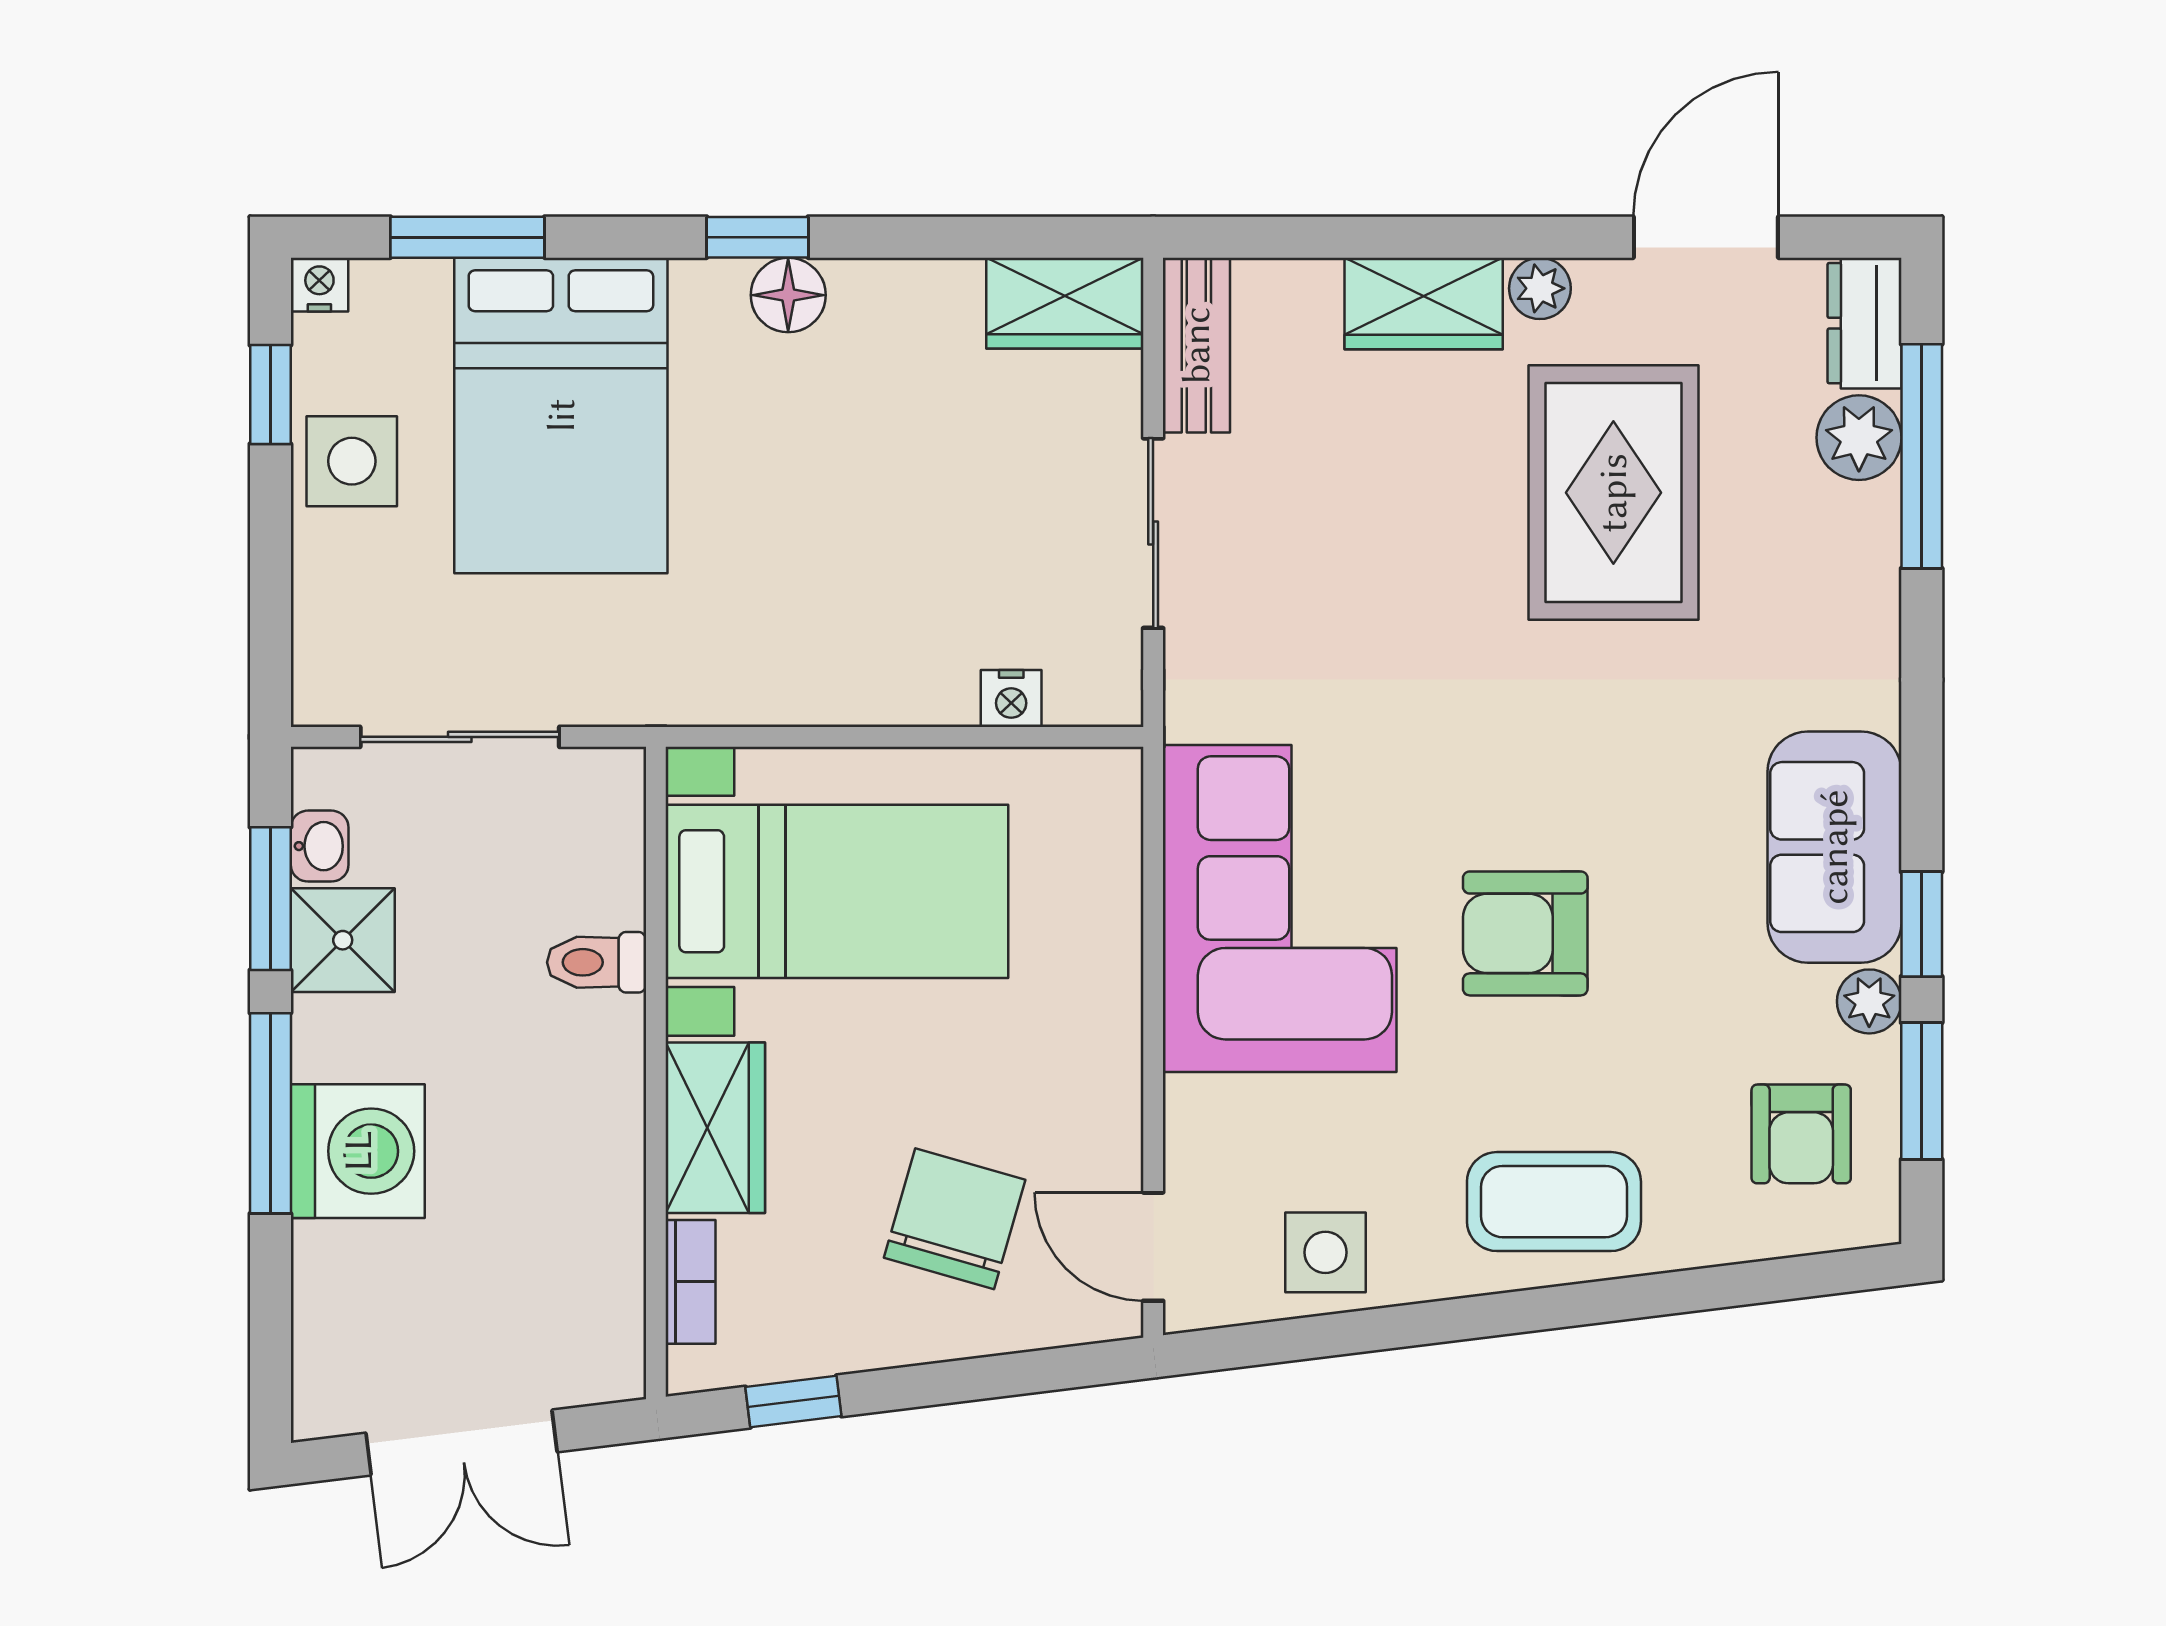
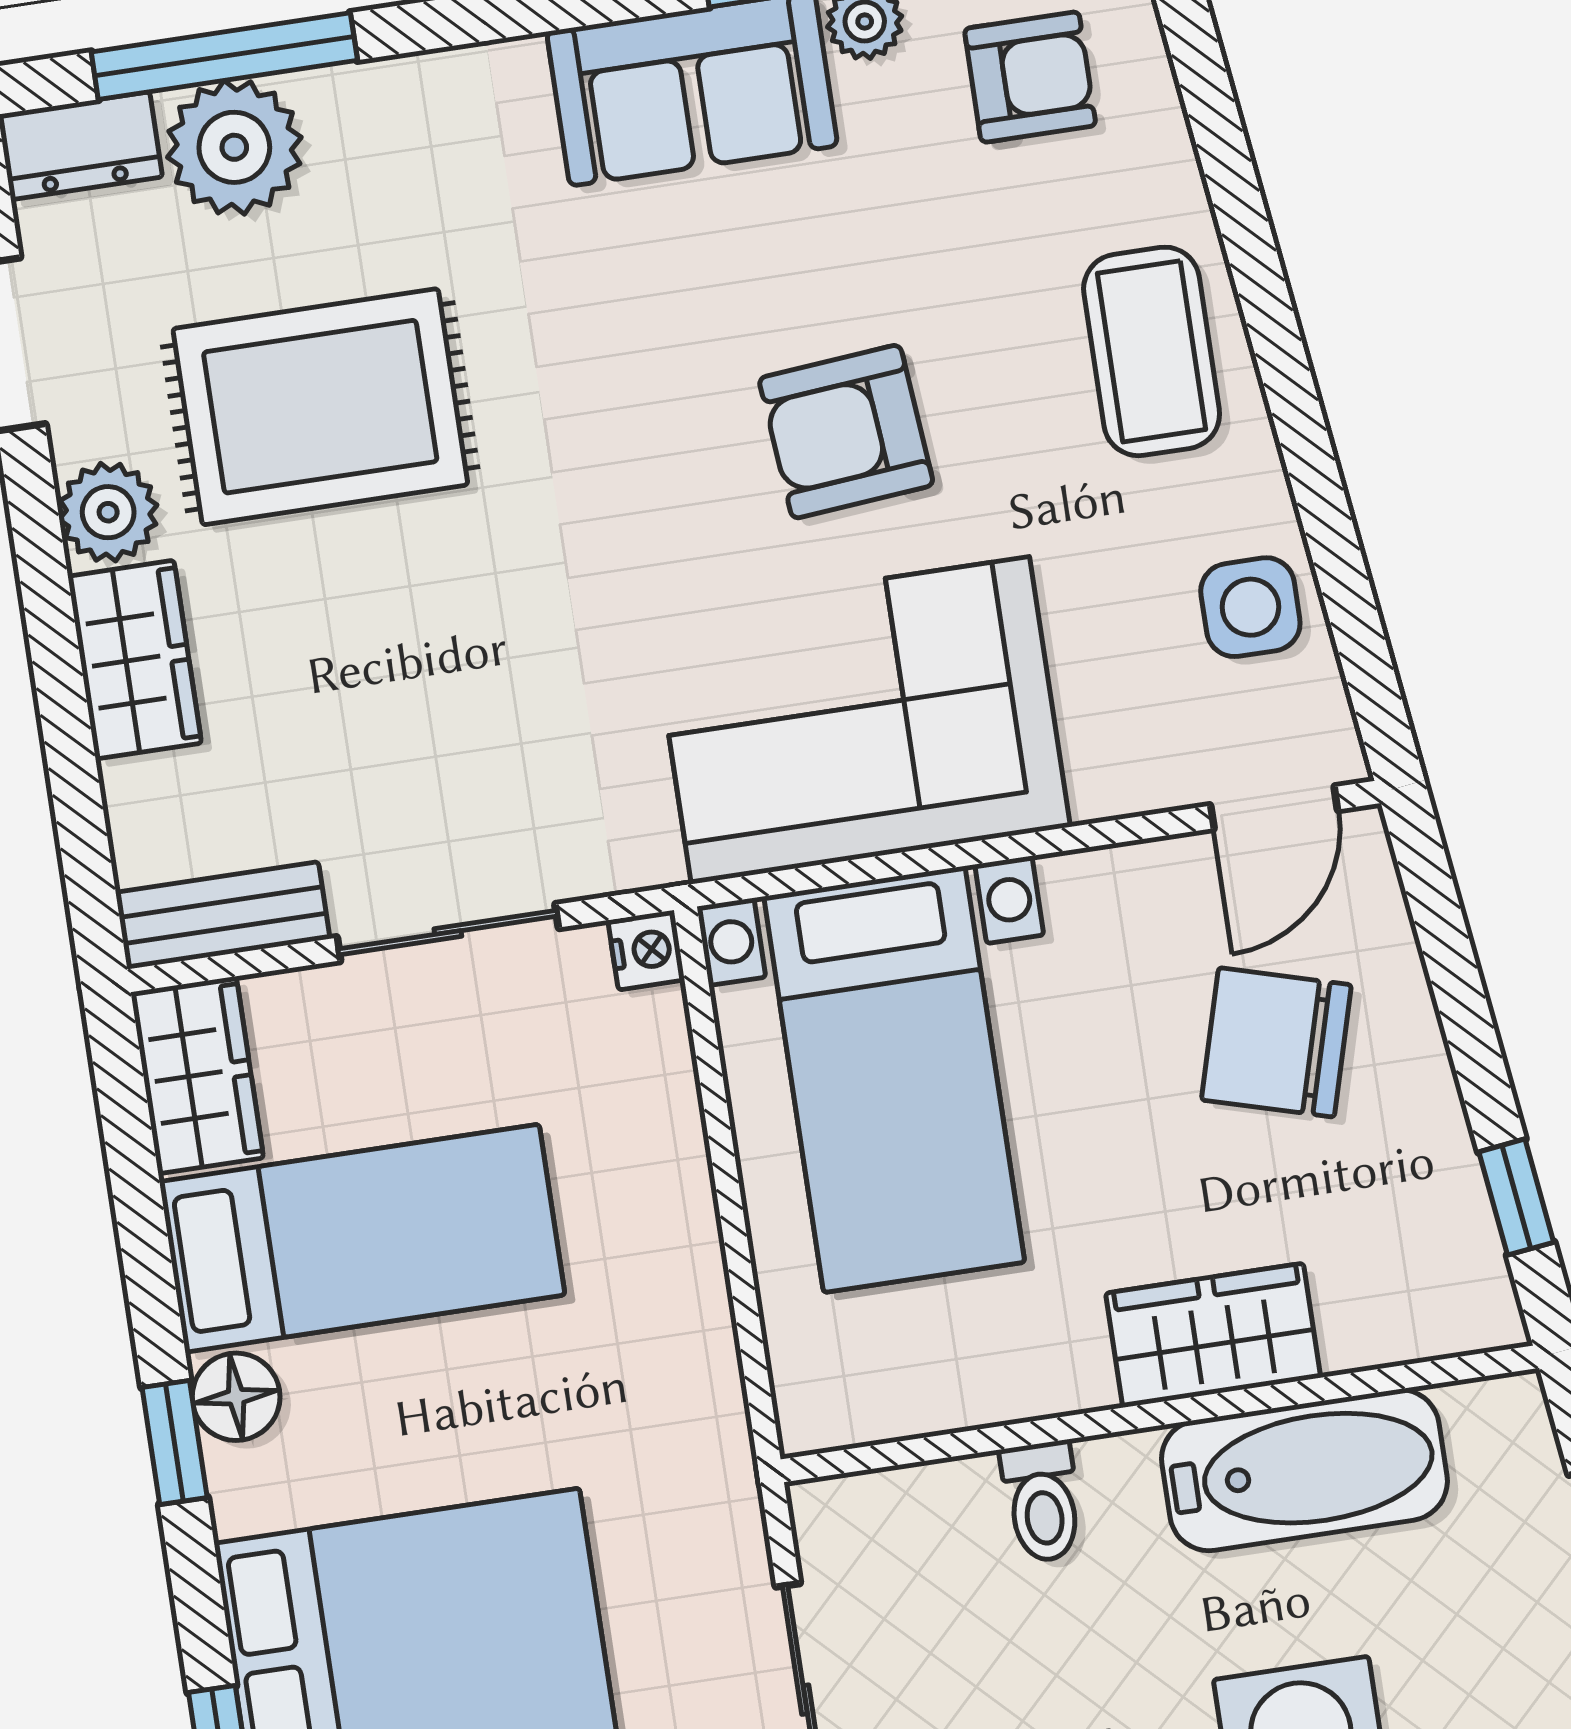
plant: (1540, 288) -> (108, 512), width x1.38, depth x1.38
bed: (906, 422) -> (362, 1238), added
plant: (1859, 438) -> (234, 147), width x1.36, depth x1.36
nightstand: (1011, 698) -> (646, 950), moved
bed with nightstands: (837, 891) -> (894, 1079), moved, turned 180
armchair: (1525, 933) -> (846, 432), turned 85
bathtub: (590, 1188) -> (1304, 1470), added
bookcase: (691, 1282) -> (1396, 1337), removed

